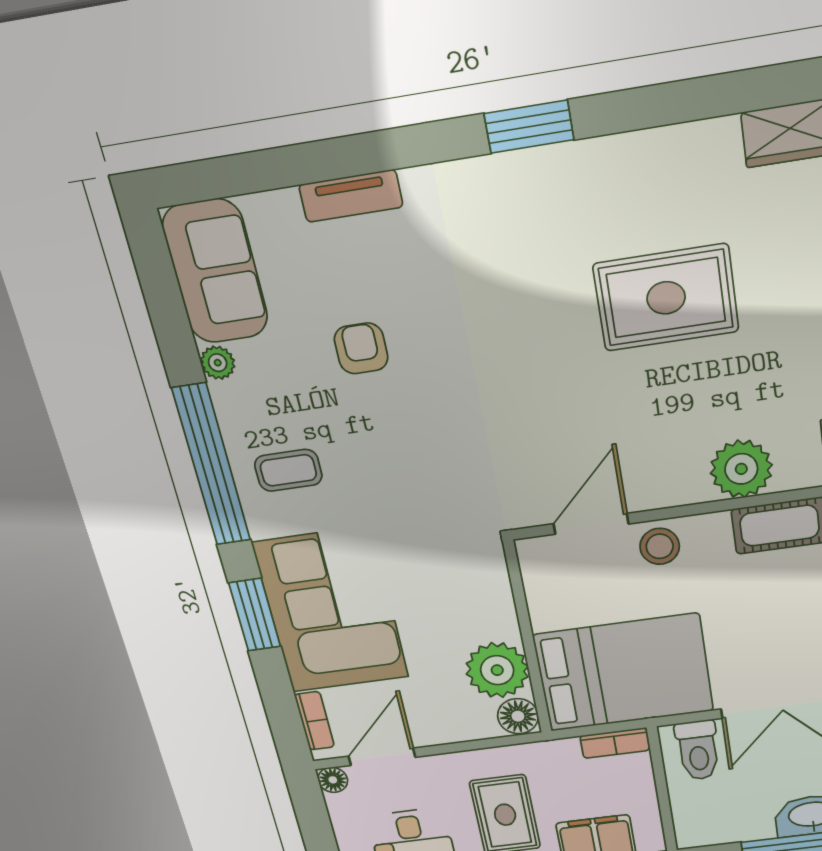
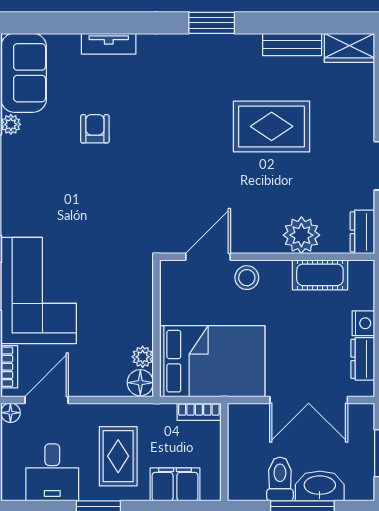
bench: (683, 144) -> (292, 44), added
coffee table: (288, 470) -> (35, 195), removed
plant: (497, 670) -> (143, 357), width x0.53, depth x0.53
toilet: (698, 750) -> (280, 479), moved, turned 180

